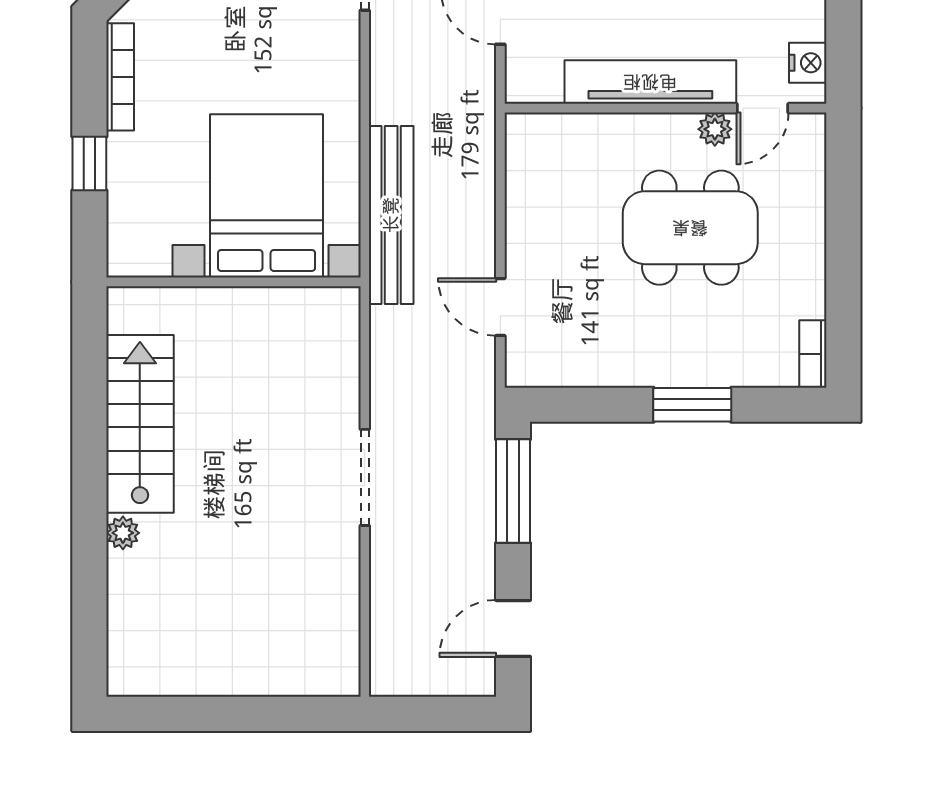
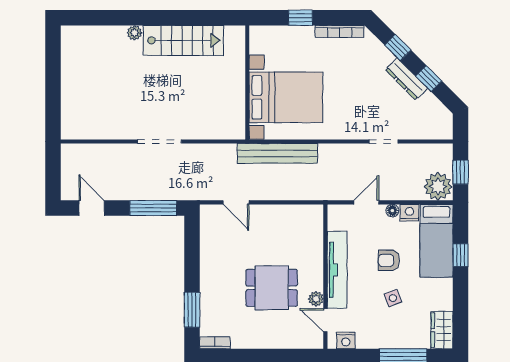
dining table: (690, 228) -> (272, 288), width x0.73
door: (500, 307) -> (236, 202), swing flipped
window: (692, 405) -> (192, 310), moved

